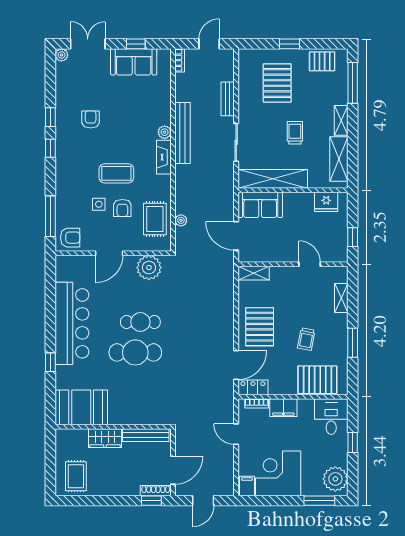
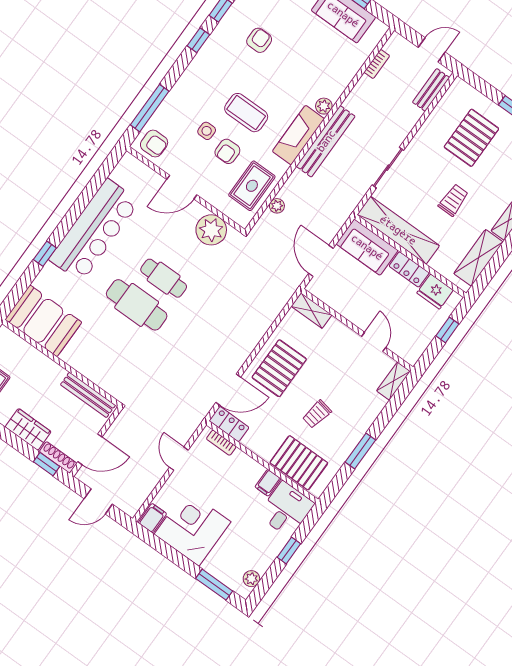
bookcase: (180, 60) -> (377, 64), moved
bench: (228, 99) -> (431, 90), moved
bench: (183, 133) -> (326, 141), moved
fireplace: (164, 157) -> (298, 135), width x1.37, depth x1.32
locker: (299, 200) -> (409, 269), added
window: (353, 237) -> (447, 330), moved
shelving: (341, 298) -> (393, 381), moved
filing cabinet: (283, 408) -> (268, 483), moved, width x0.50
wardrobe: (105, 438) -> (28, 429), moved, turned 180
plant: (335, 479) -> (251, 579), width x0.53, depth x0.53

